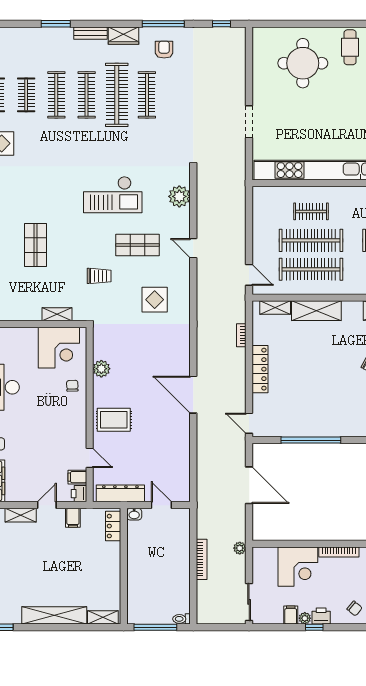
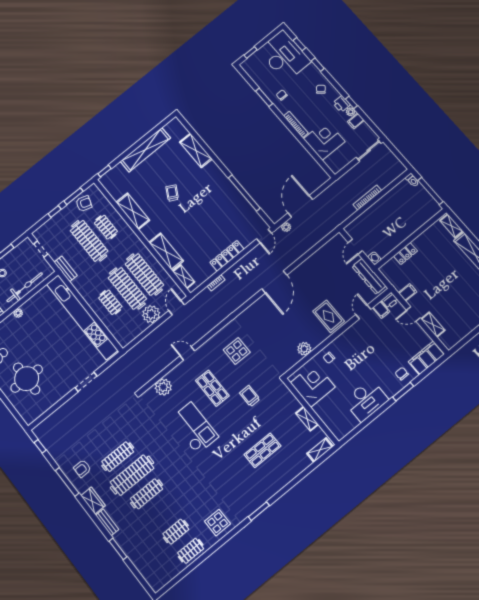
clothes rail: (56, 95) -> (161, 513), removed
plant: (264, 243) -> (151, 314), added
door: (193, 248) -> (187, 353), swing flipped
shelving: (57, 314) -> (307, 419), moved
locker: (113, 526) -> (406, 254), moved
plant: (240, 548) -> (286, 227), moved

